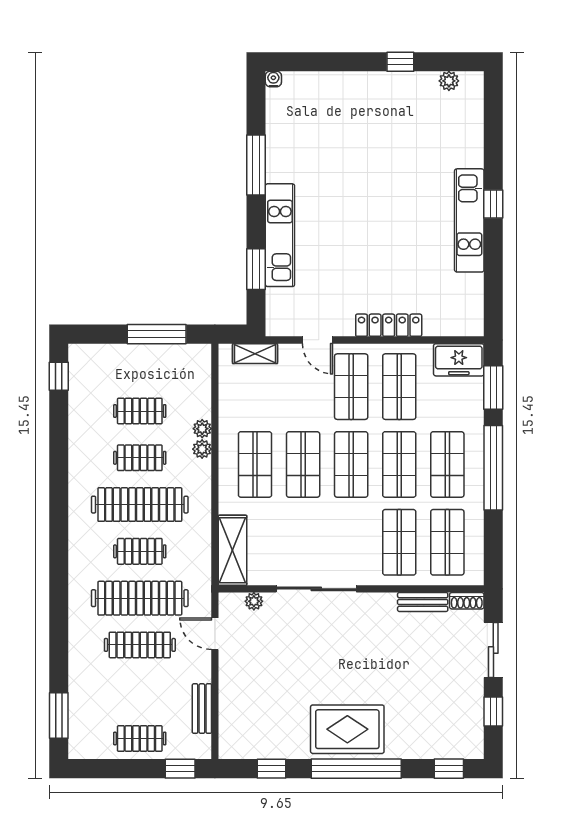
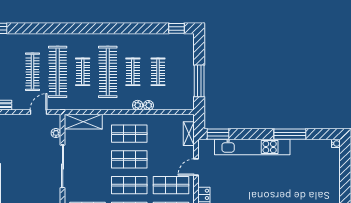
kitchen unit: (280, 235) -> (252, 147), width x1.36
window: (256, 269) -> (218, 134), moved

